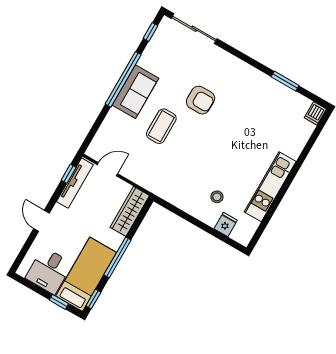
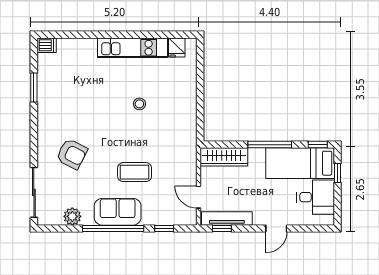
window: (150, 32) -> (164, 228), moved
plant: (154, 50) -> (72, 216), added
armchair: (201, 100) -> (72, 154), moved, turned 117
stool: (217, 197) -> (139, 104), moved
fridge: (226, 224) -> (177, 48), moved, turned -90

